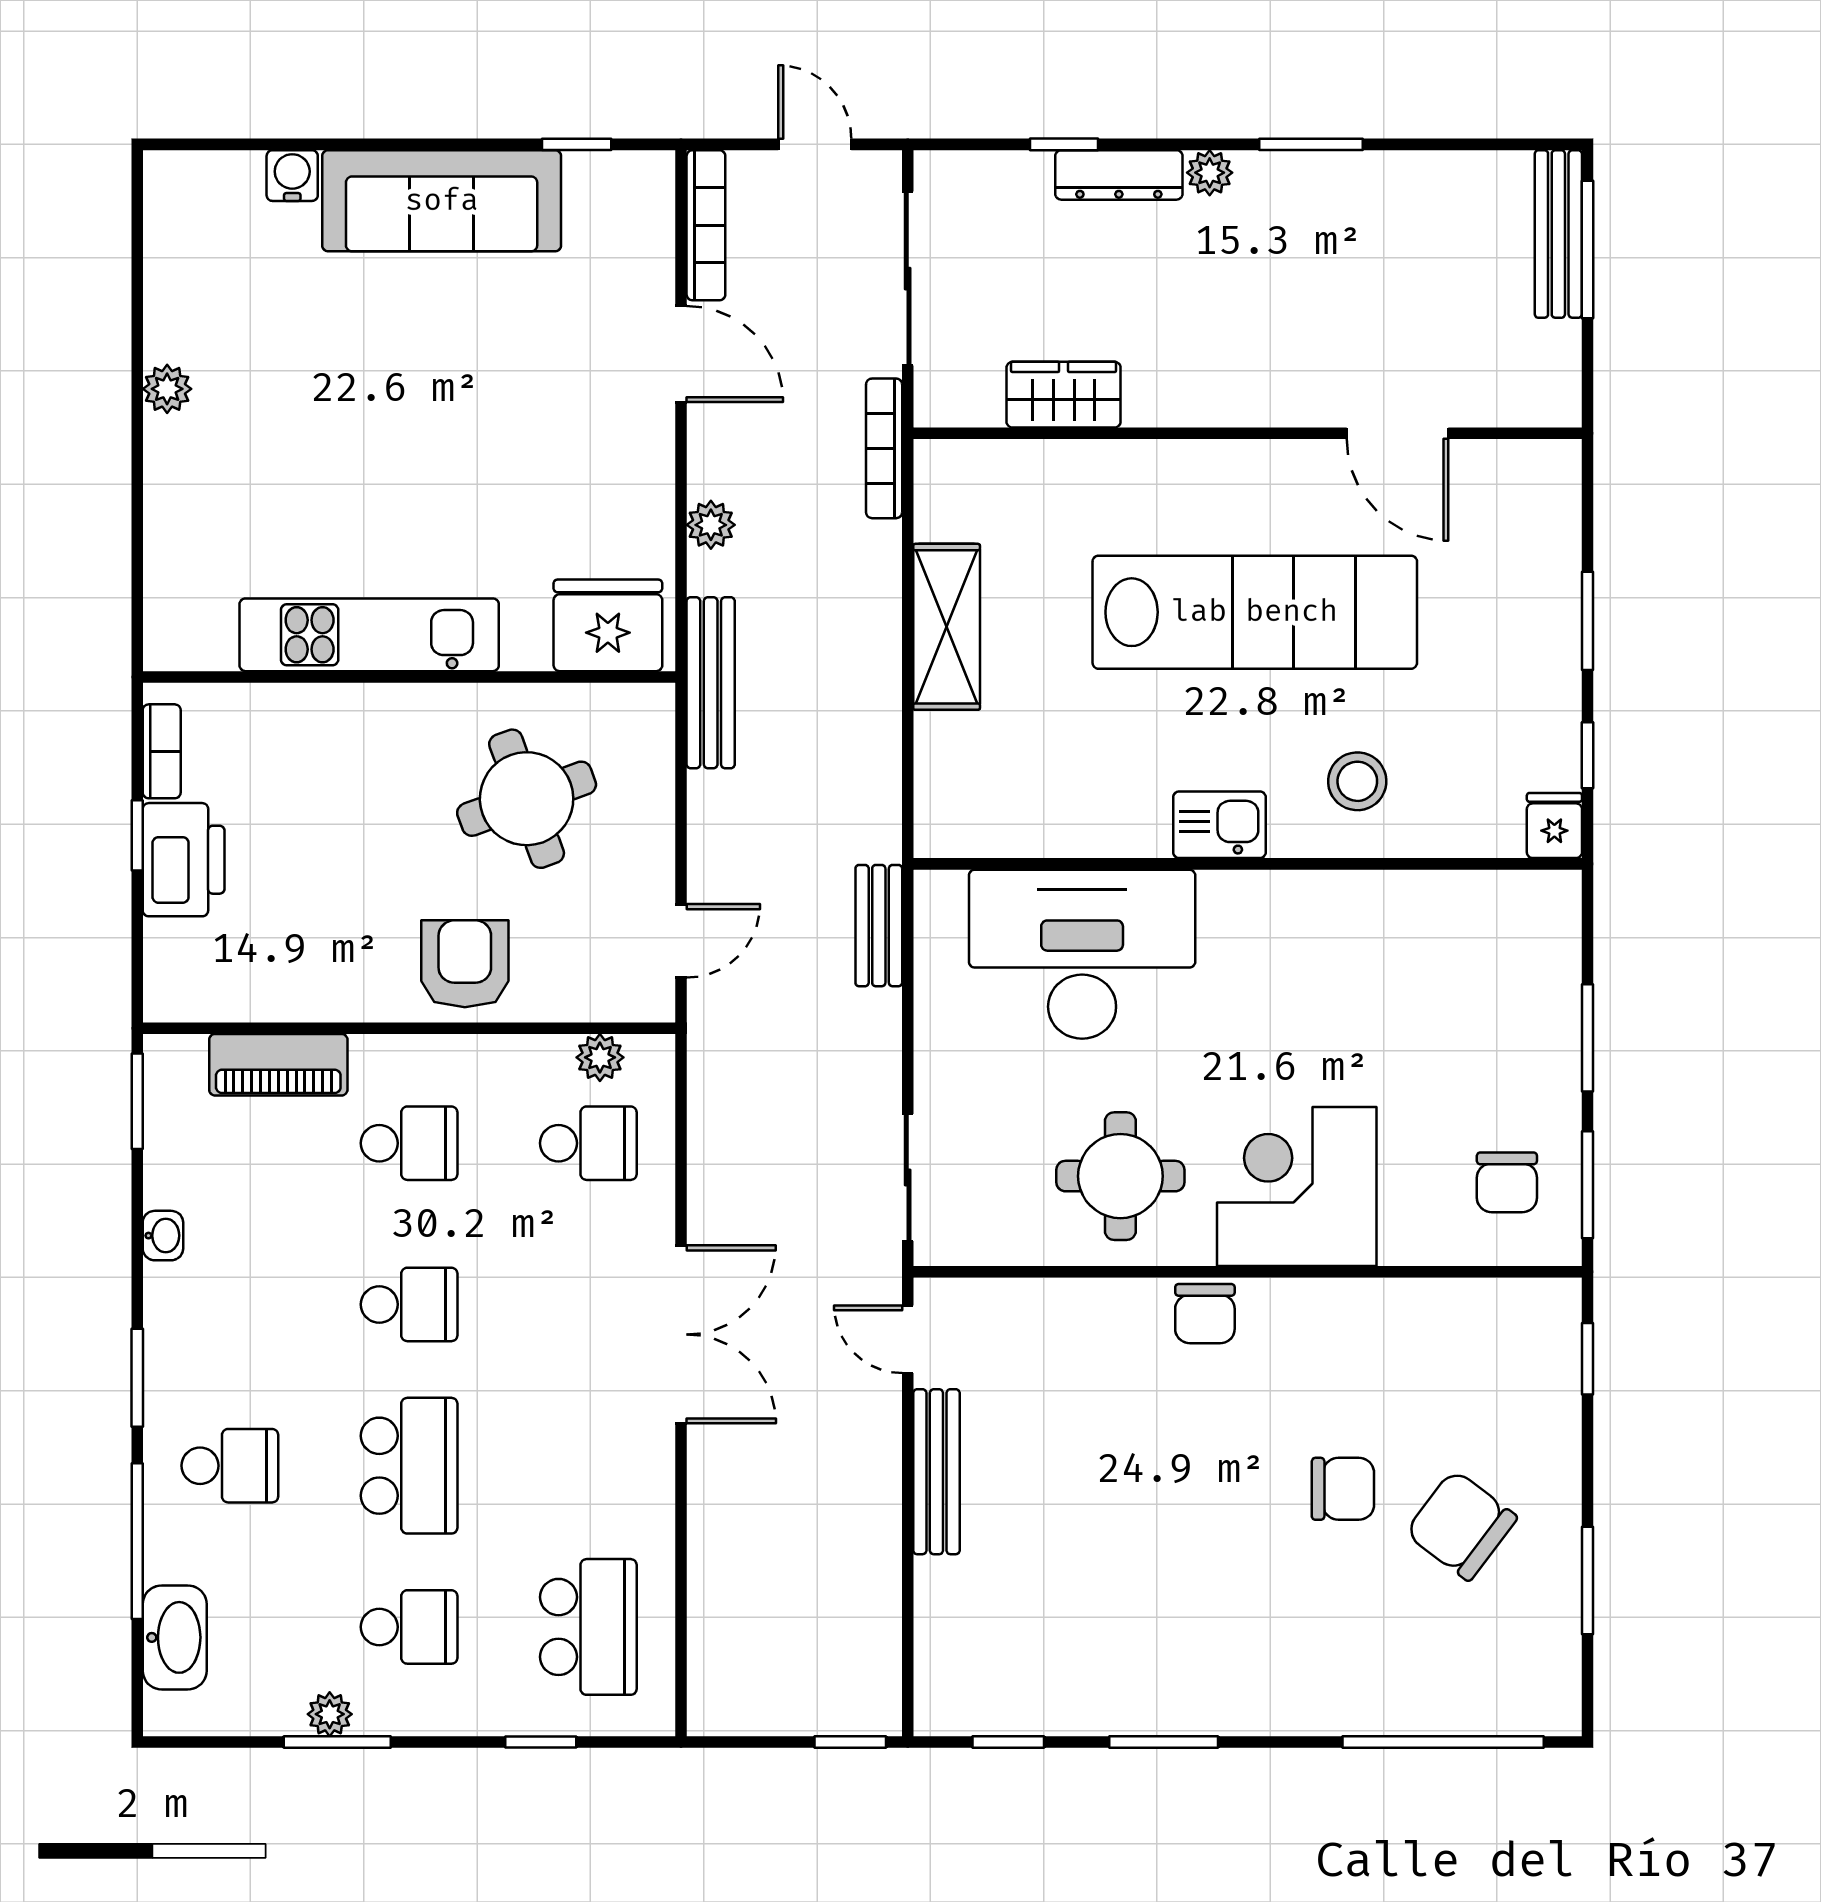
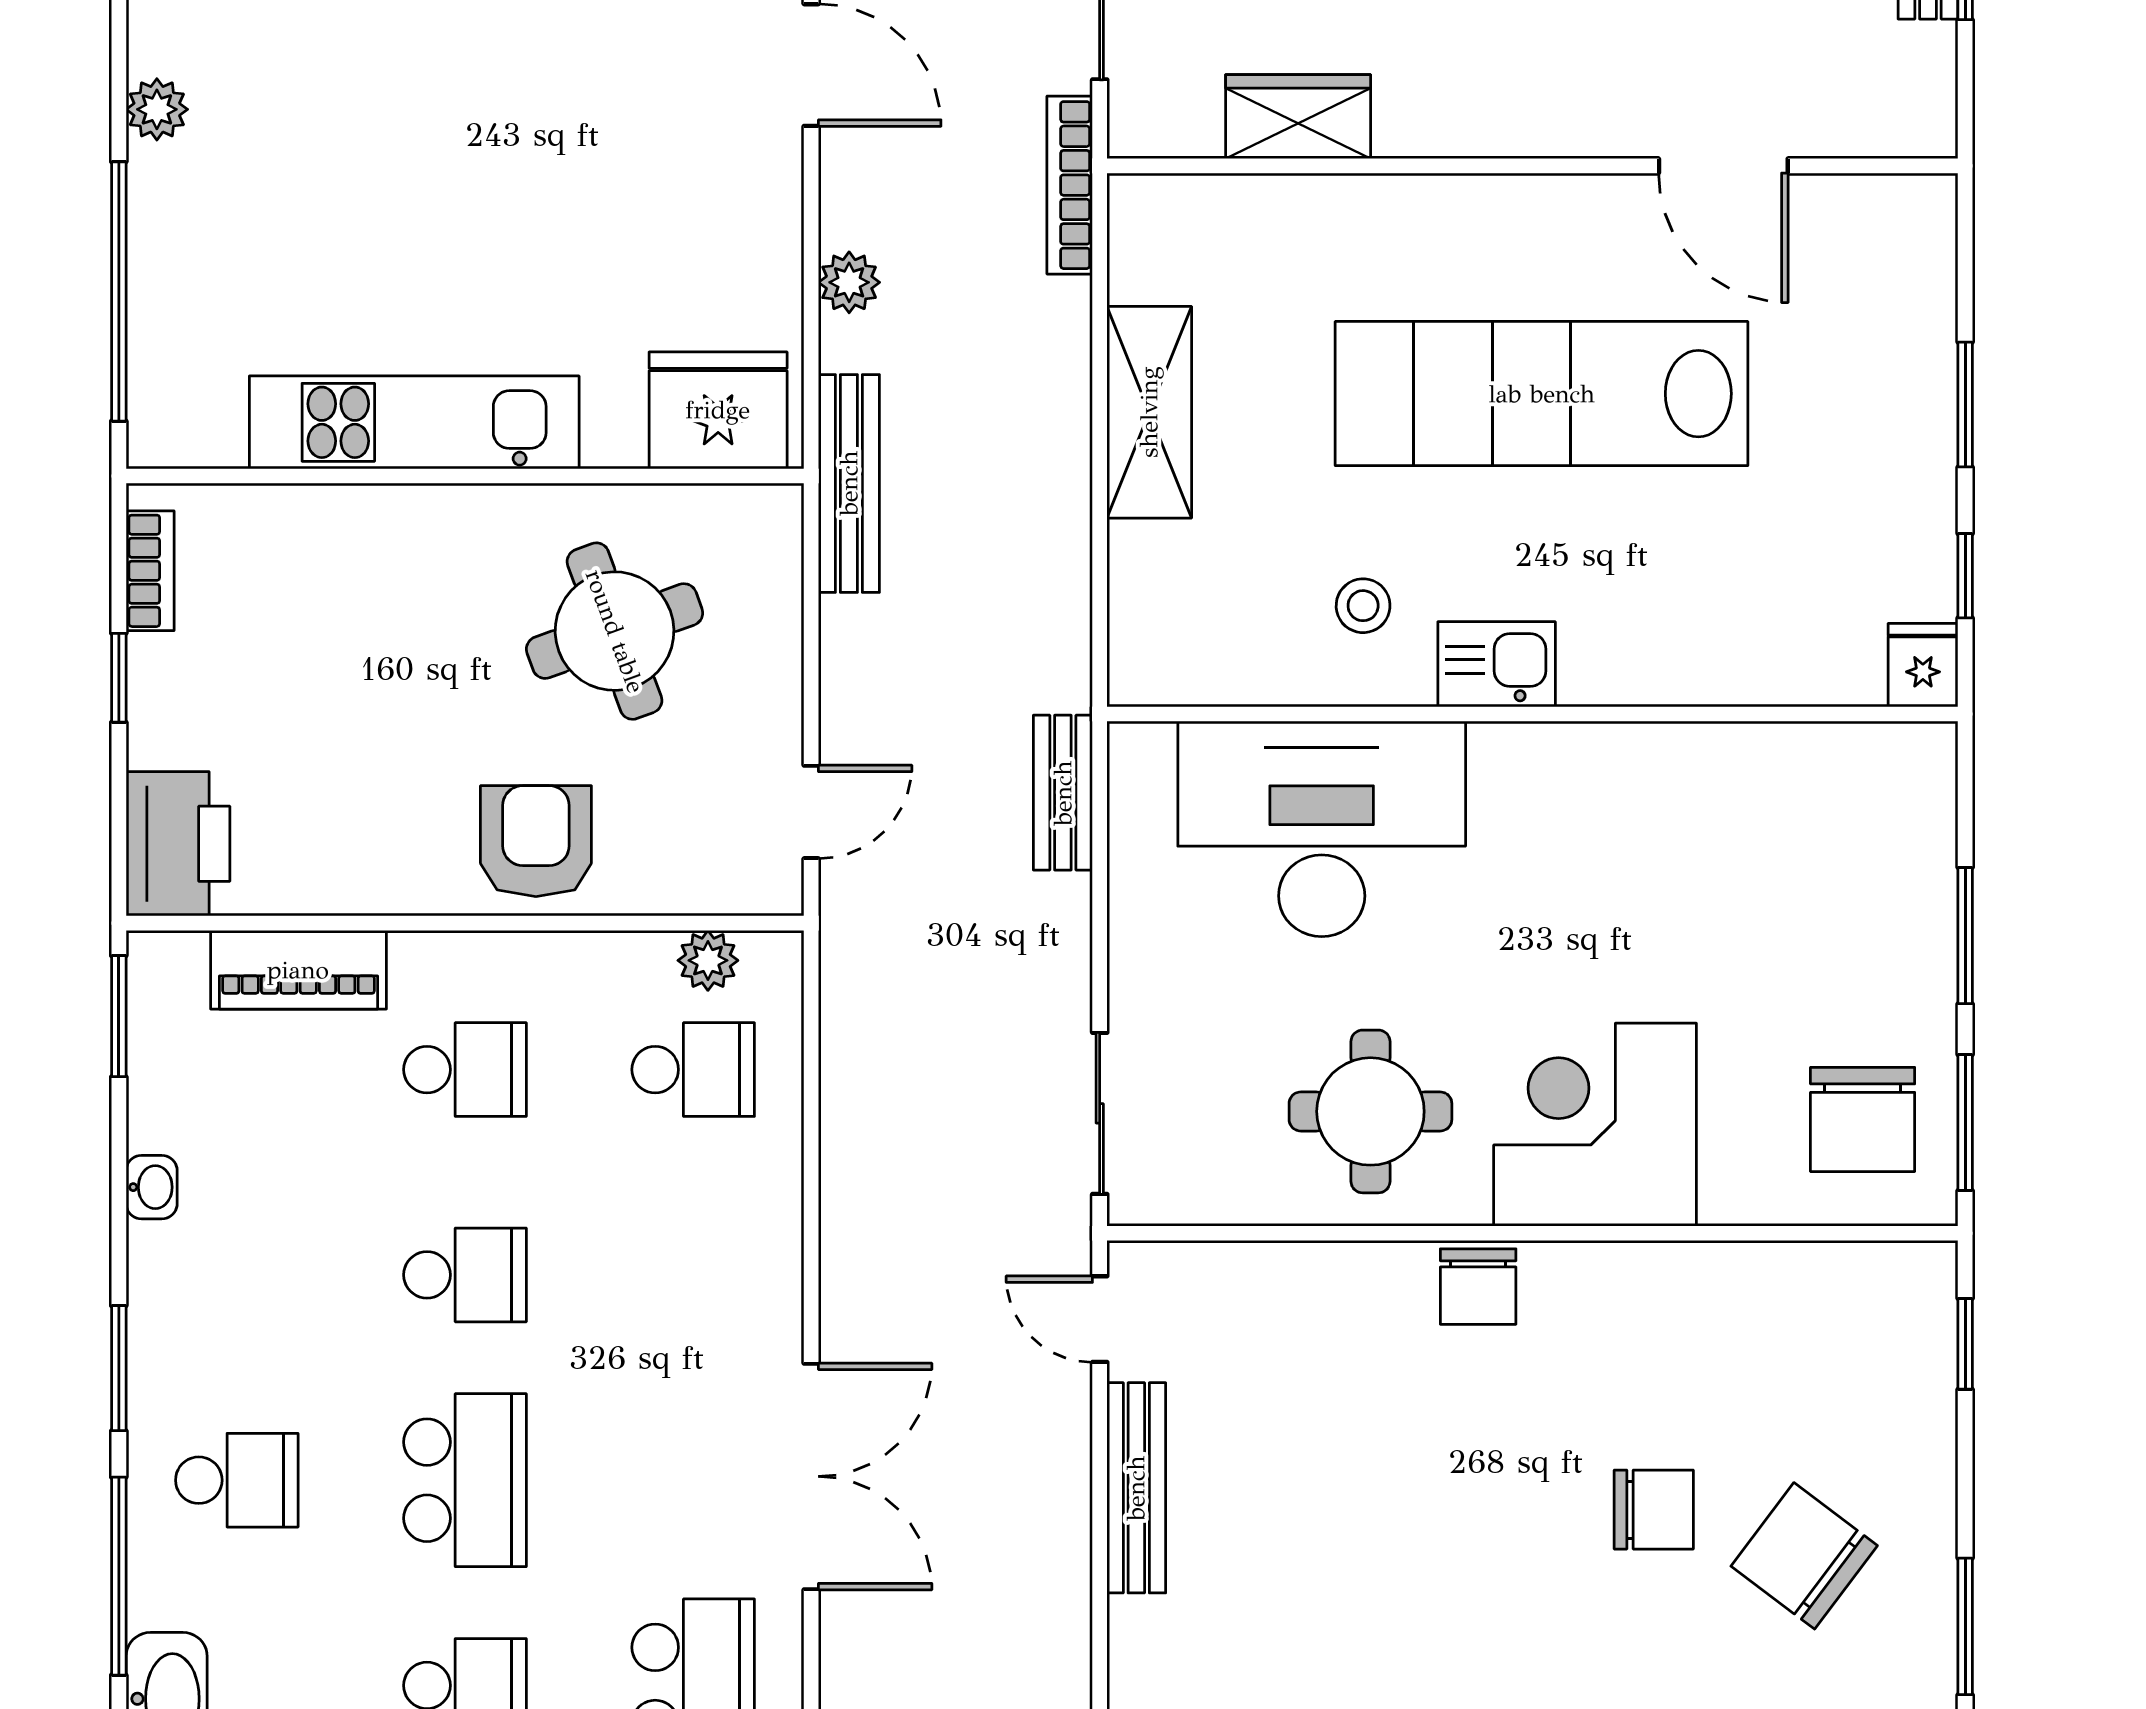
window: (137, 532) -> (119, 291), added
lab bench: (1255, 612) -> (1542, 394), turned 180
stool: (1357, 781) -> (1363, 606), moved, width x0.73, depth x0.73
printer: (184, 860) -> (178, 844), moved
chair: (1507, 1182) -> (1863, 1119), width x1.37, depth x1.37
double door: (681, 1334) -> (811, 1476), moved

